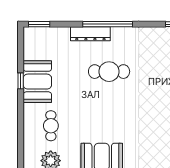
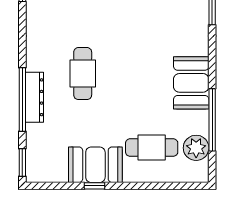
window: (108, 24) -> (22, 99), moved
cafe table: (51, 126) -> (152, 148), width x1.37, depth x1.35

